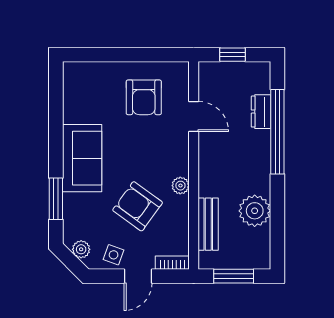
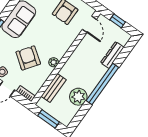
dresser: (261, 112) -> (112, 55), width x1.44
door: (194, 116) -> (89, 24), moved
window: (277, 132) -> (102, 84), moved

